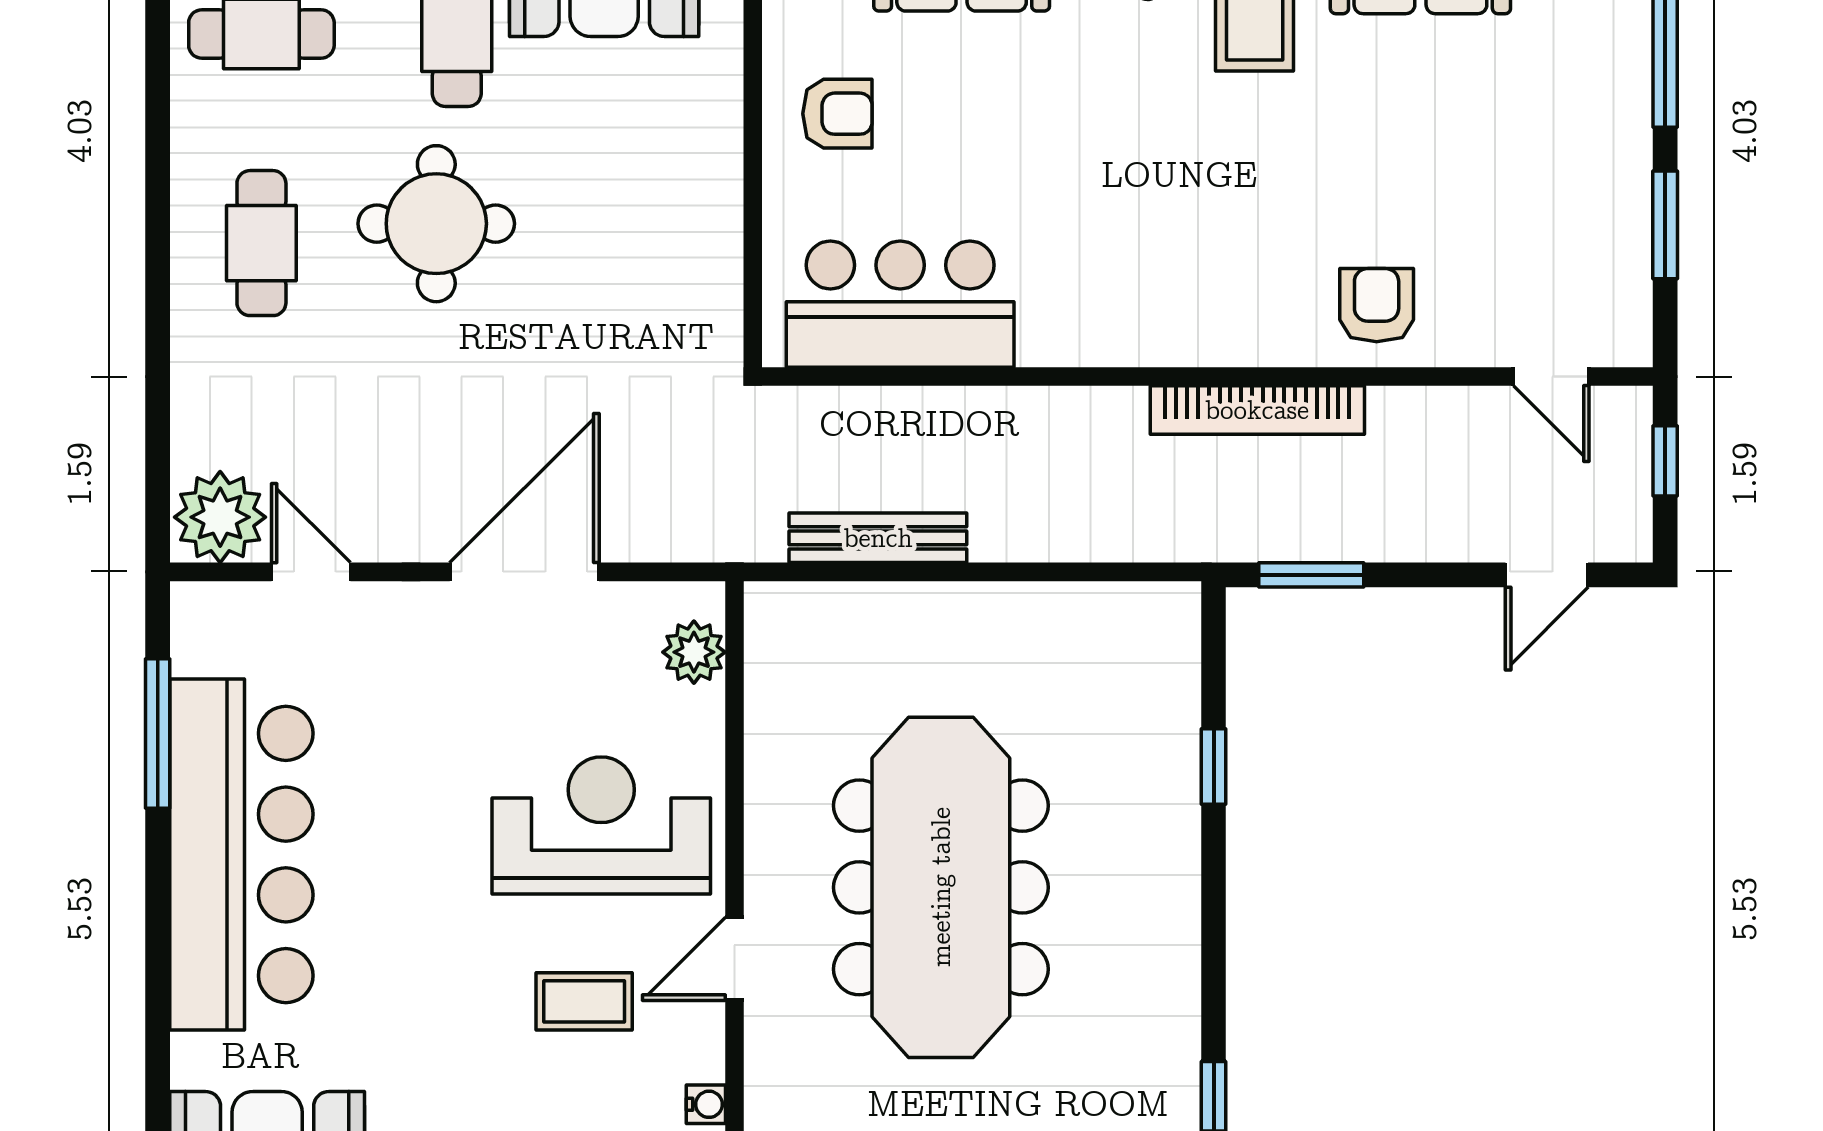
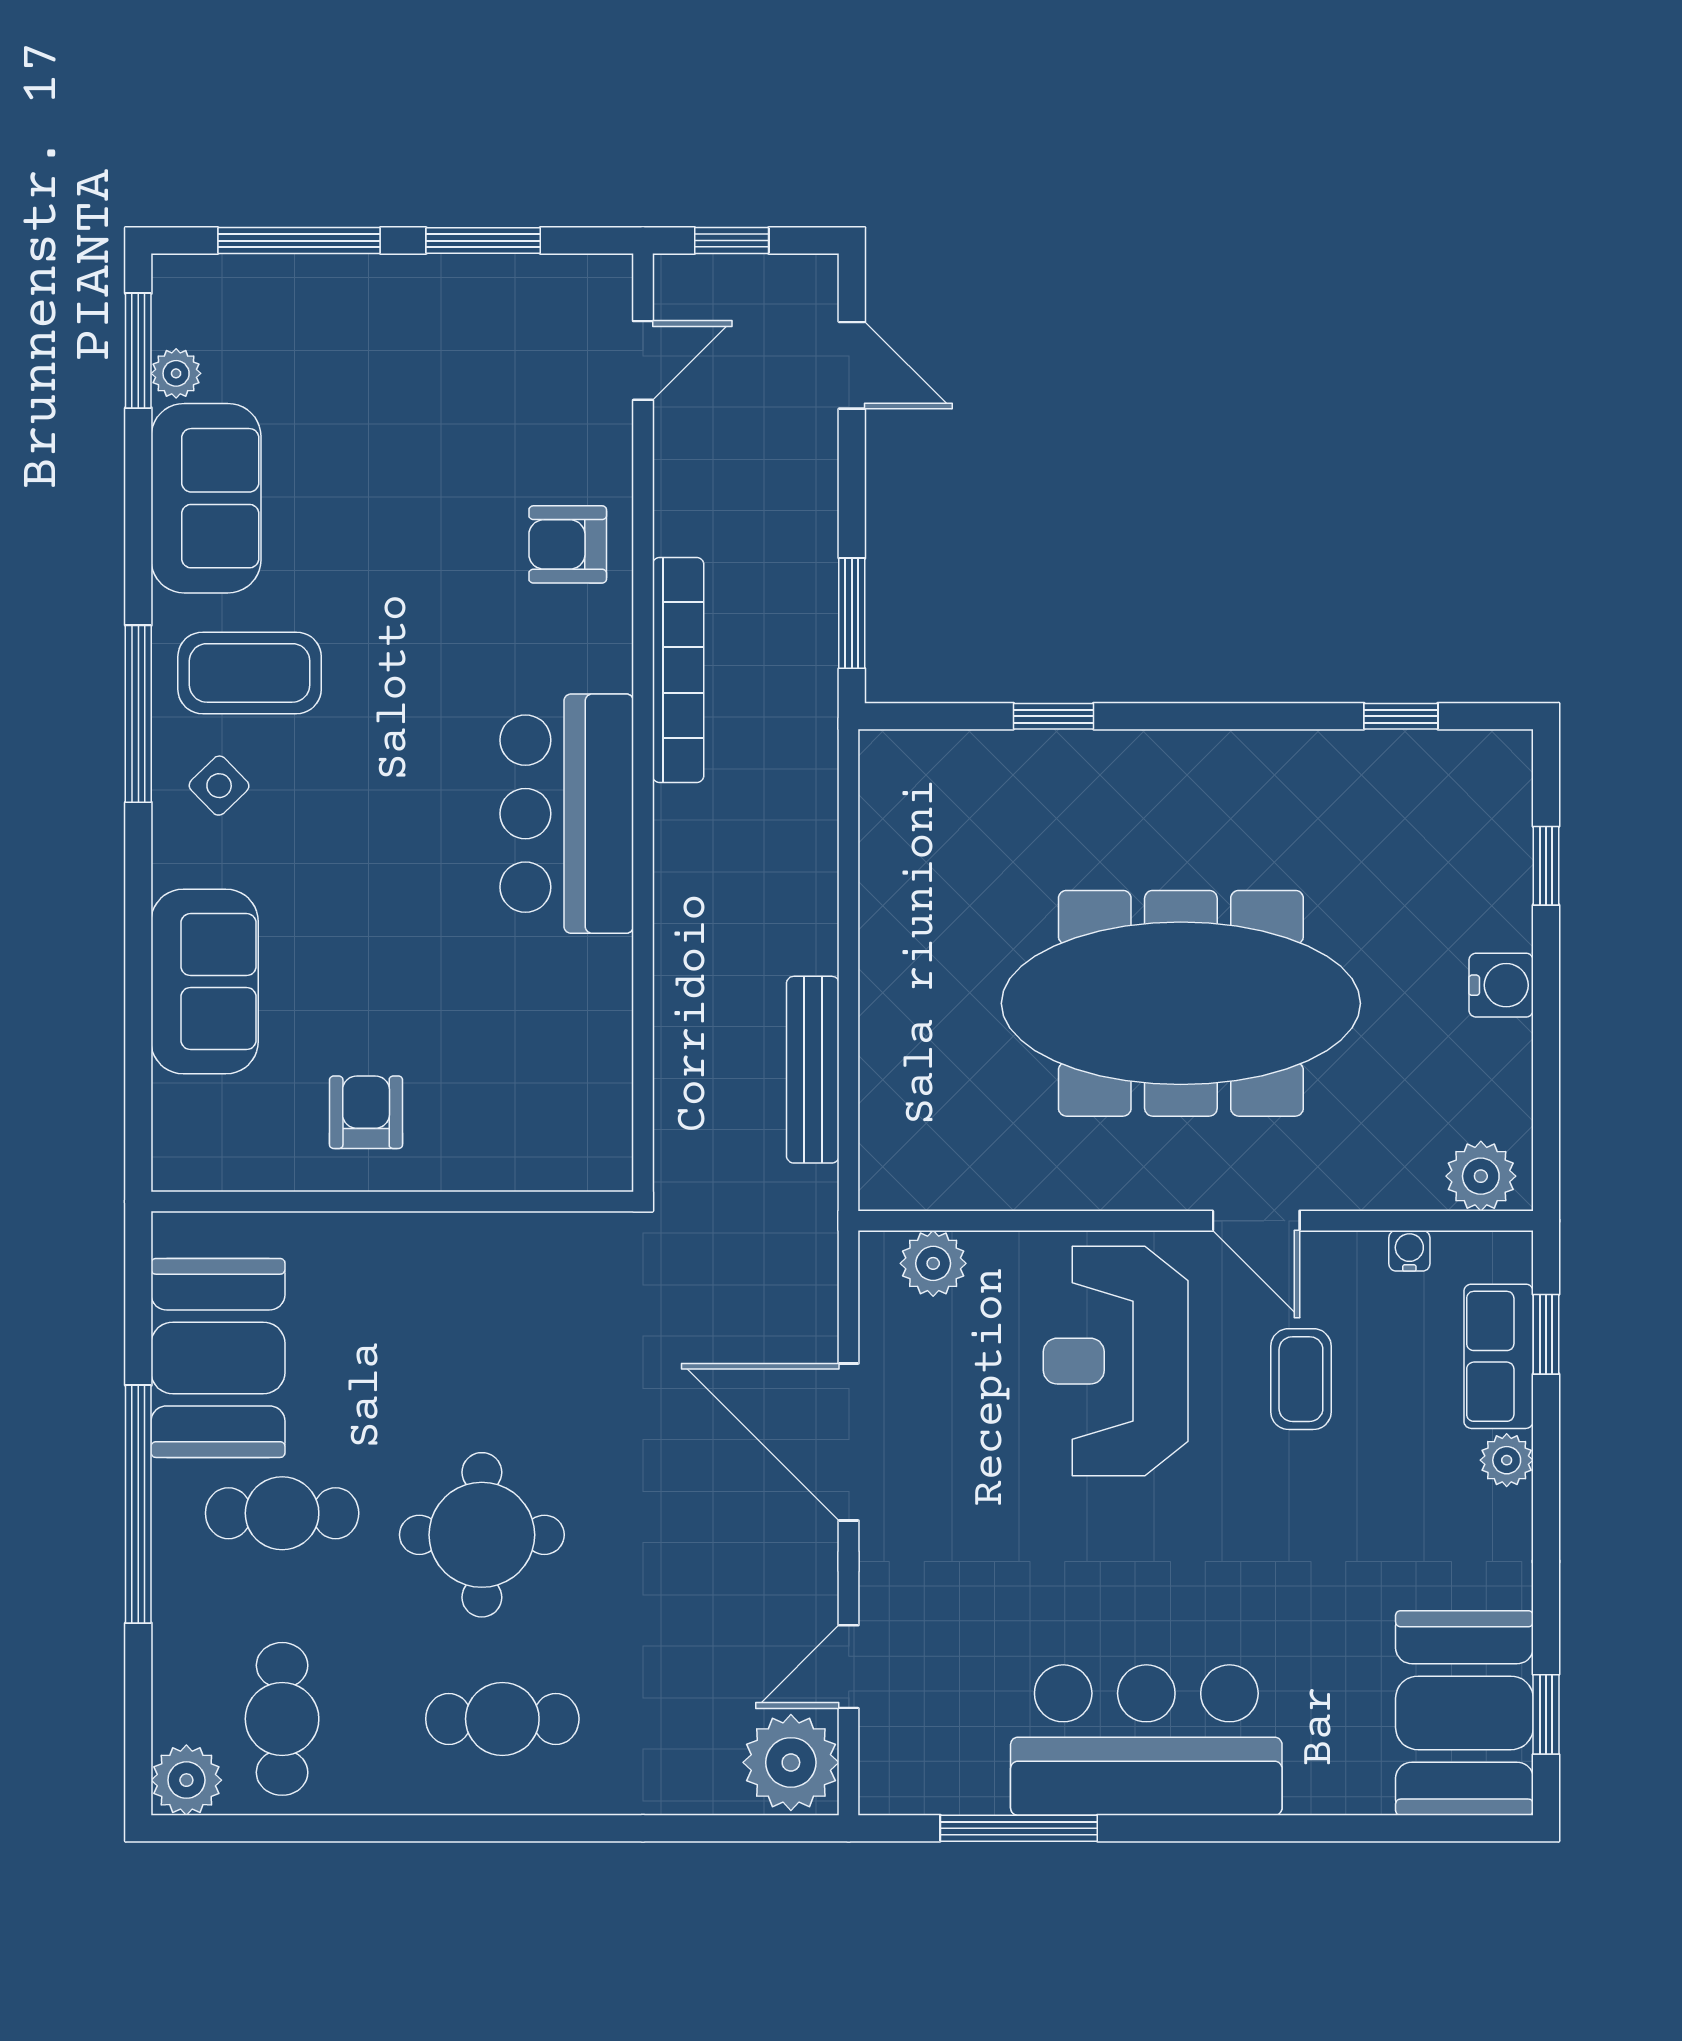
bar counter: (900, 304) -> (567, 814), moved
bar counter: (241, 855) -> (1146, 1740), width x0.73

